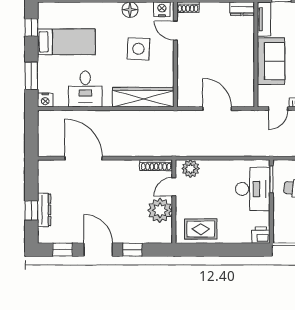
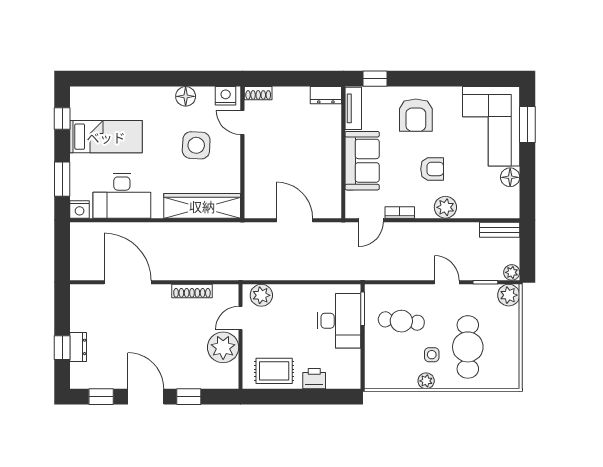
desk: (85, 89) -> (122, 196), width x1.37
shoe rack: (156, 165) -> (192, 291), moved
dresser: (44, 210) -> (78, 347), width x0.70
printer: (261, 235) -> (314, 379), moved

